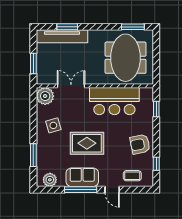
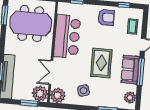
plant: (45, 75) -> (40, 94), added
armchair: (140, 144) -> (106, 18), turned -79

